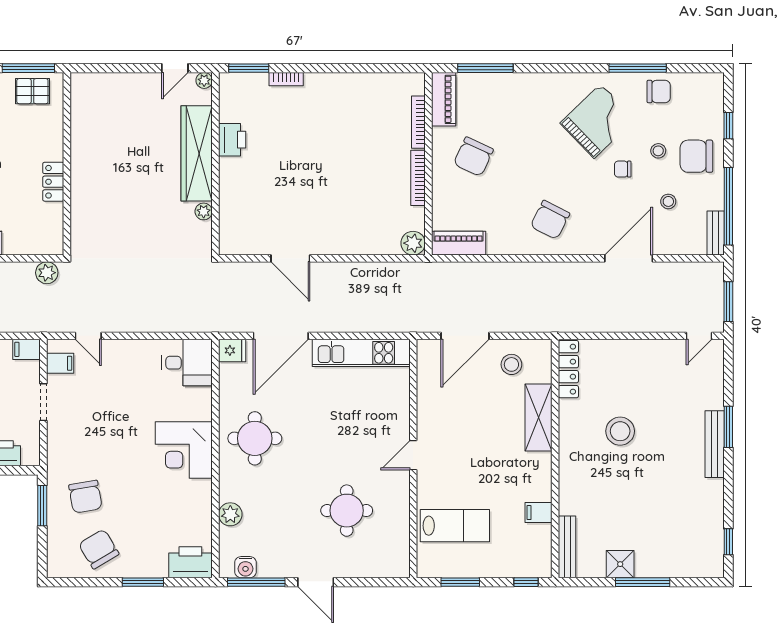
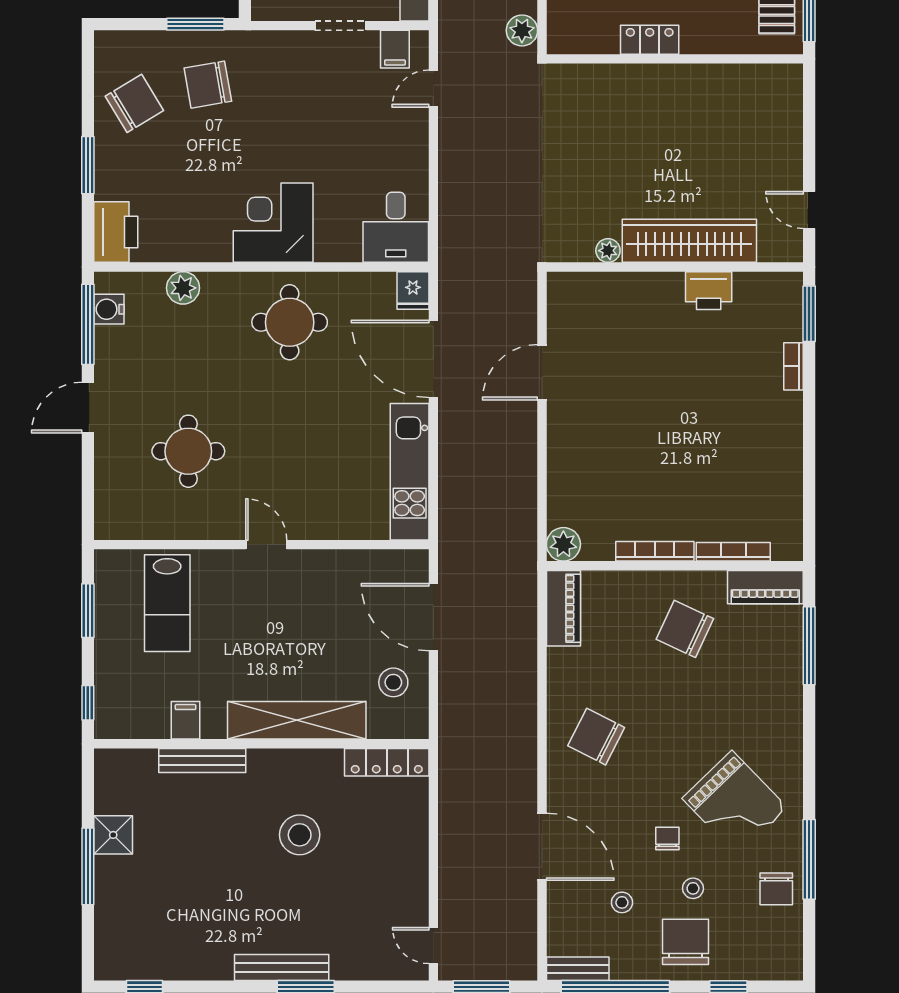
plant: (204, 80) -> (792, 251), removed
shelving: (539, 418) -> (297, 720), width x1.47
bench: (567, 547) -> (202, 760), moved

